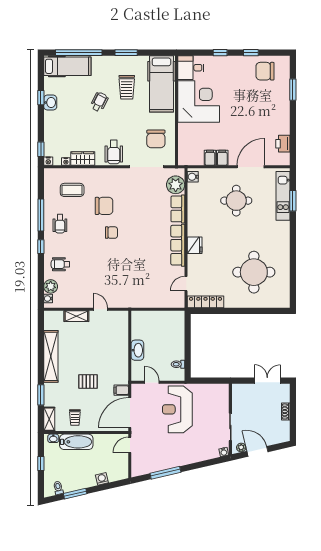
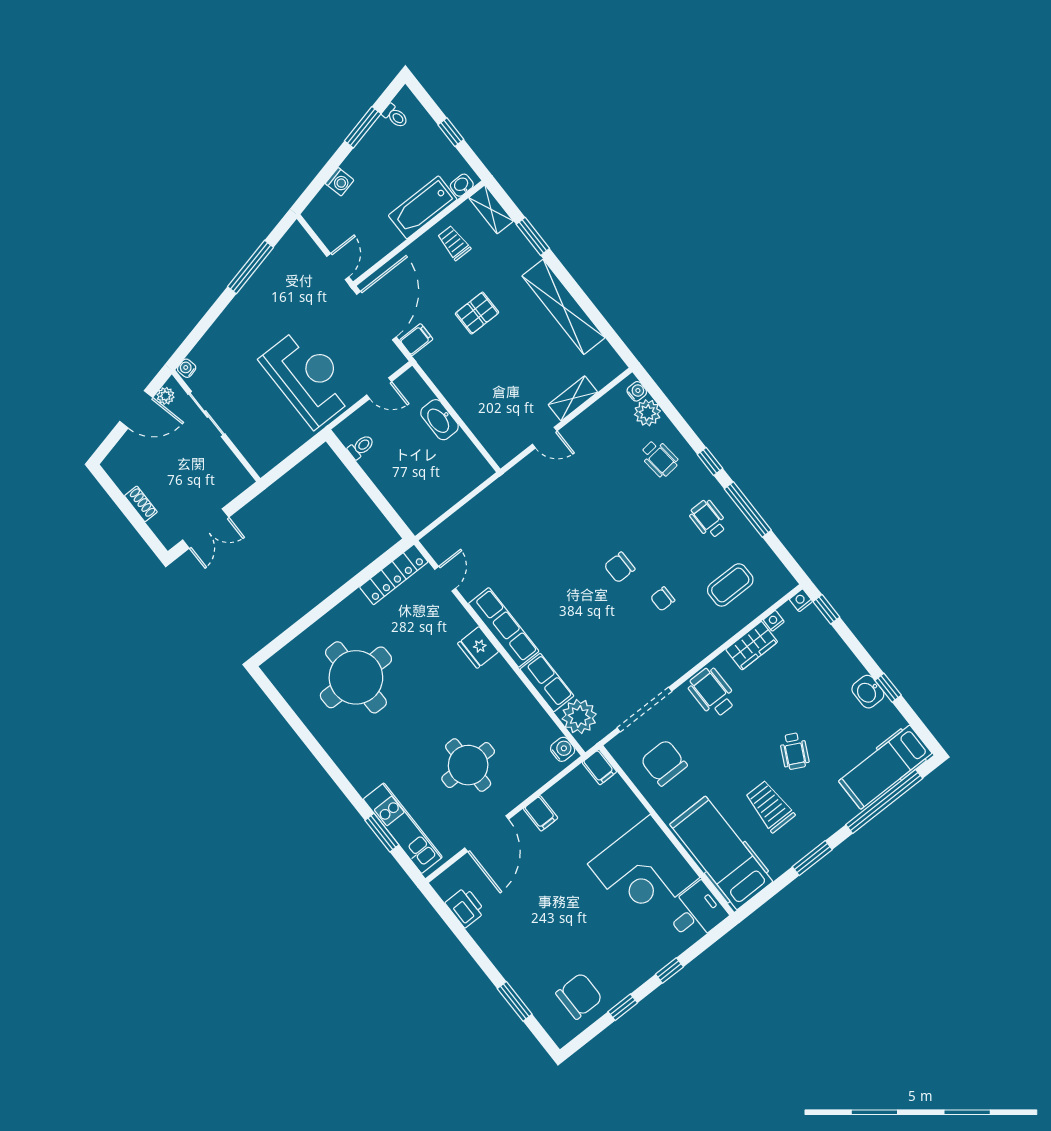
filing cabinet: (210, 158) -> (599, 767), moved
chair: (104, 206) -> (663, 599), width x0.54, depth x0.54
wheelchair: (60, 264) -> (659, 458), turned 84

